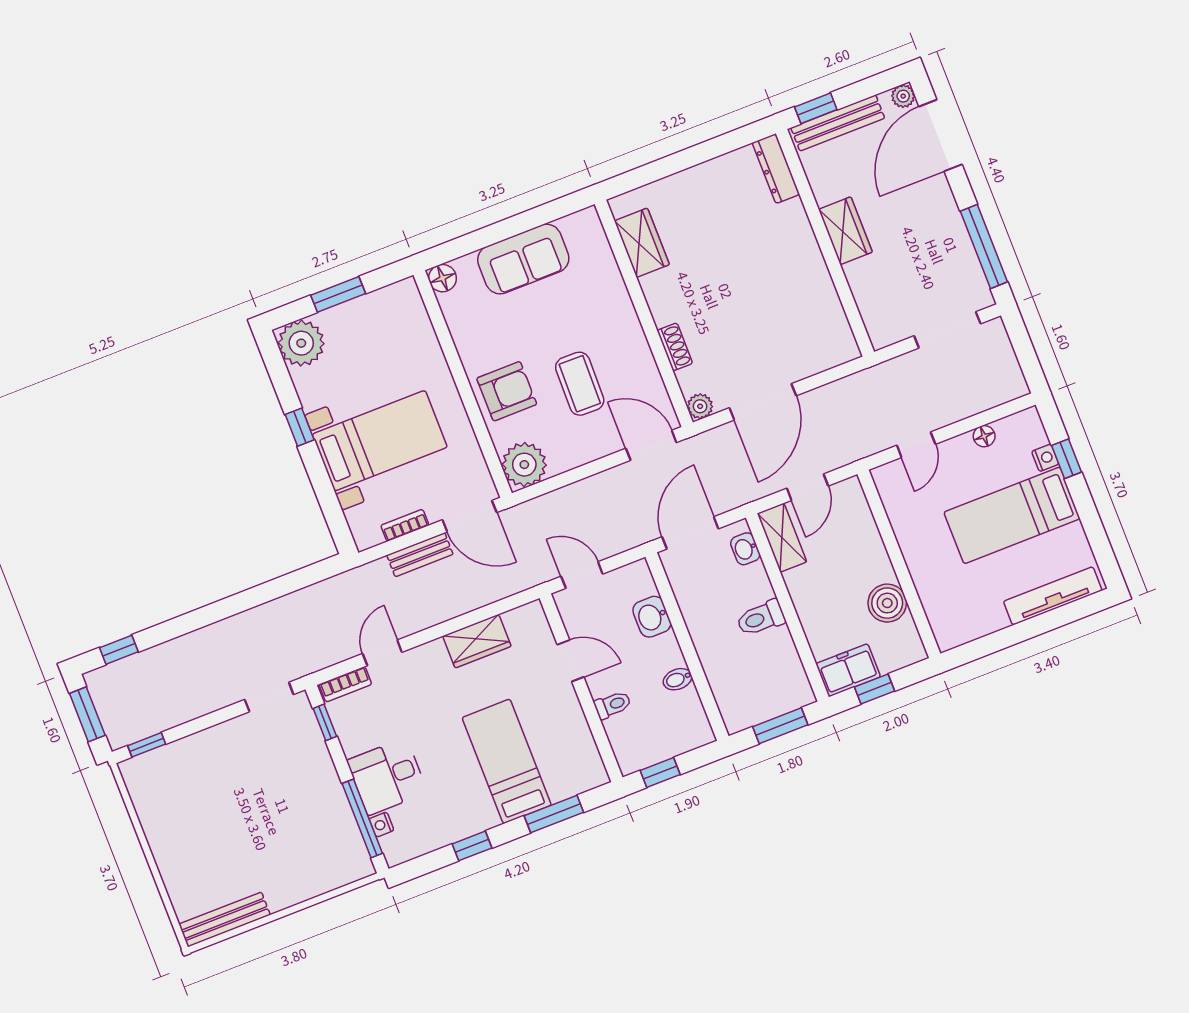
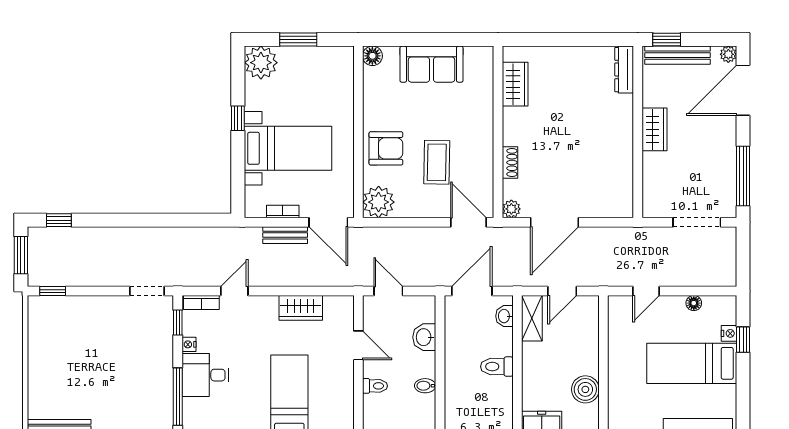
nightstand: (381, 825) -> (189, 344), moved

